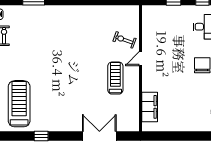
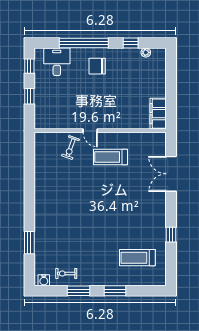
treadmill: (19, 104) -> (137, 258), width x0.73, depth x0.73
filing cabinet: (150, 107) -> (158, 114), moved, turned -90

